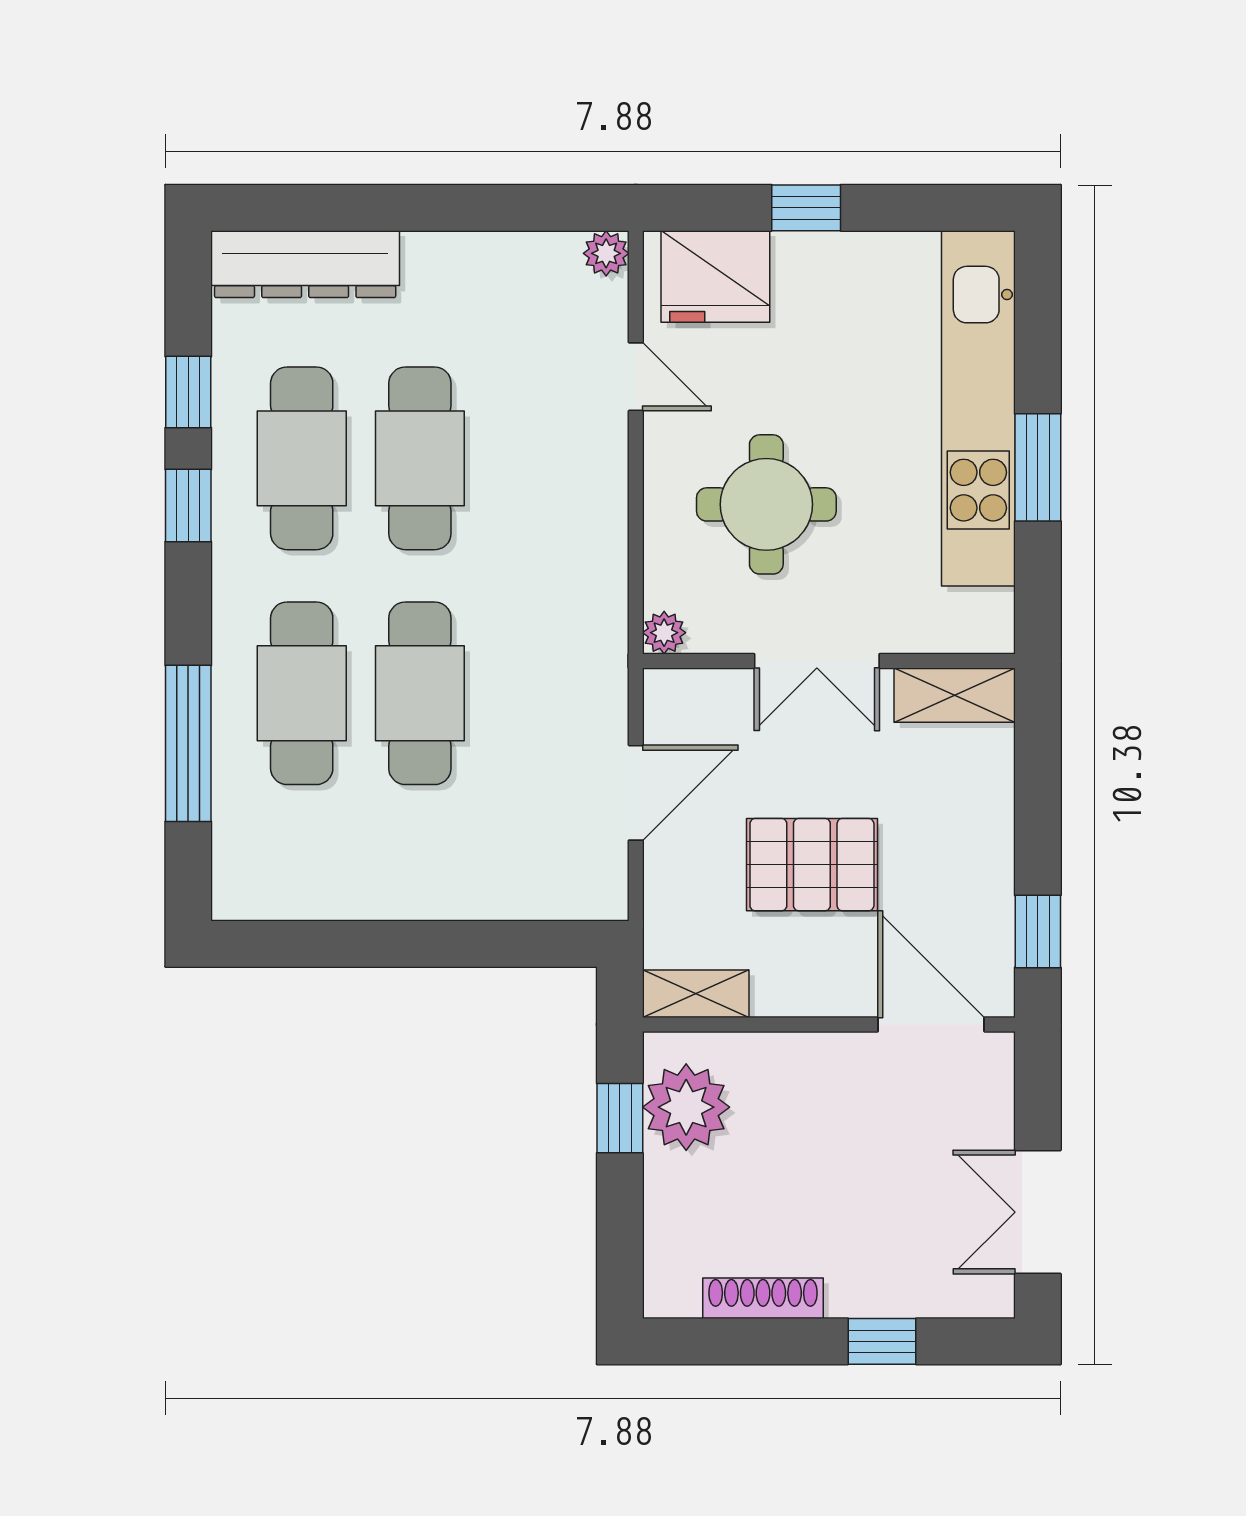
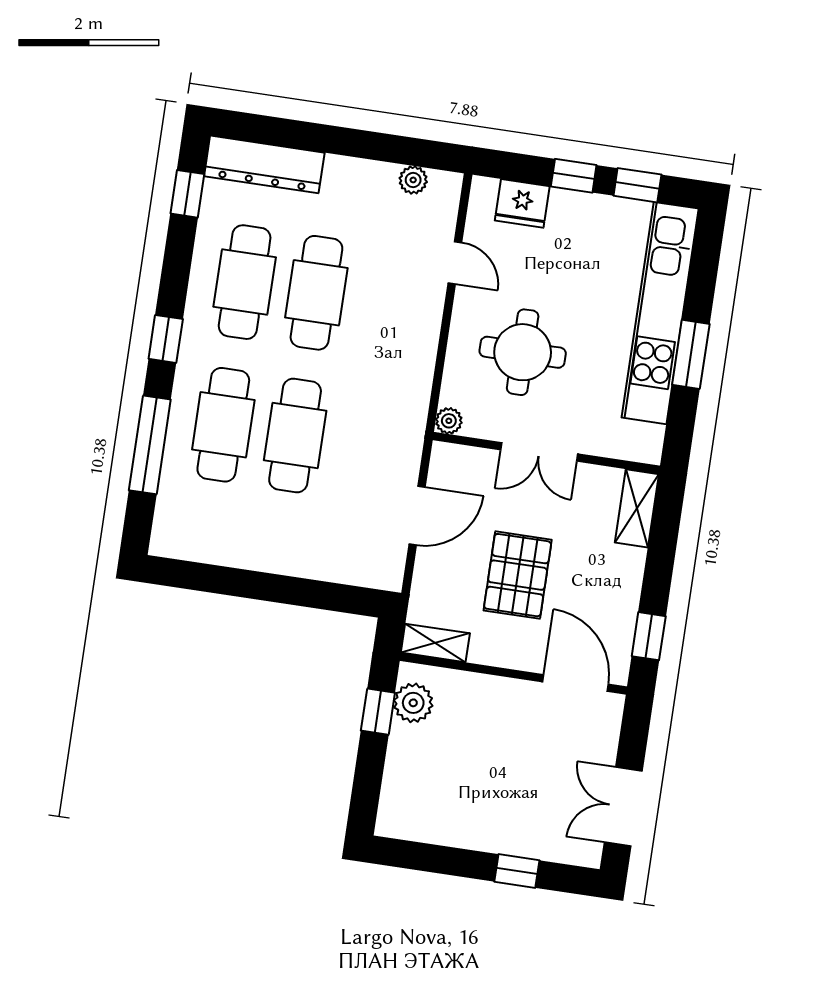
window: (911, 208) -> (637, 185), added
plant: (606, 253) -> (413, 180), moved
fridge: (715, 277) -> (522, 203), width x0.73, depth x0.75
window: (188, 392) -> (187, 194), moved
window: (188, 505) -> (166, 339), moved
shelving: (955, 695) -> (637, 508), moved, turned 90
pallet: (812, 865) -> (518, 575), turned 90
plant: (686, 1107) -> (413, 703), width x0.73, depth x0.73
shoe rack: (763, 1298) -> (449, 834), removed

